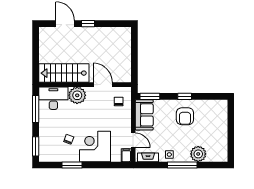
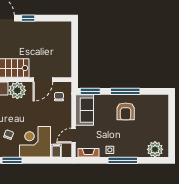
door: (103, 85) -> (43, 80), swing flipped
window: (185, 96) -> (125, 91), width x2.17
door: (133, 140) -> (74, 136), swing flipped
plant: (198, 154) -> (155, 149), moved
filing cabinet: (126, 155) -> (56, 151), moved

